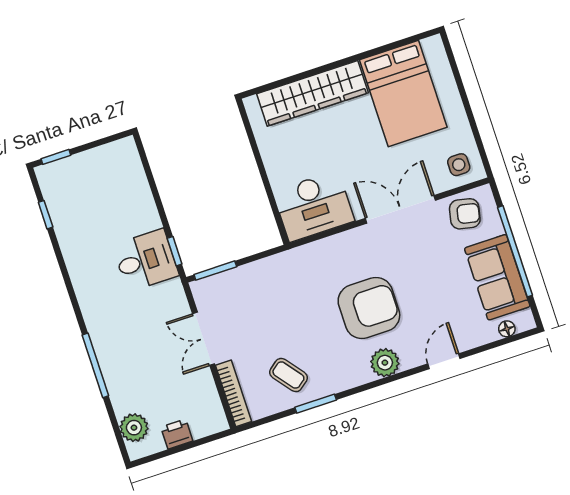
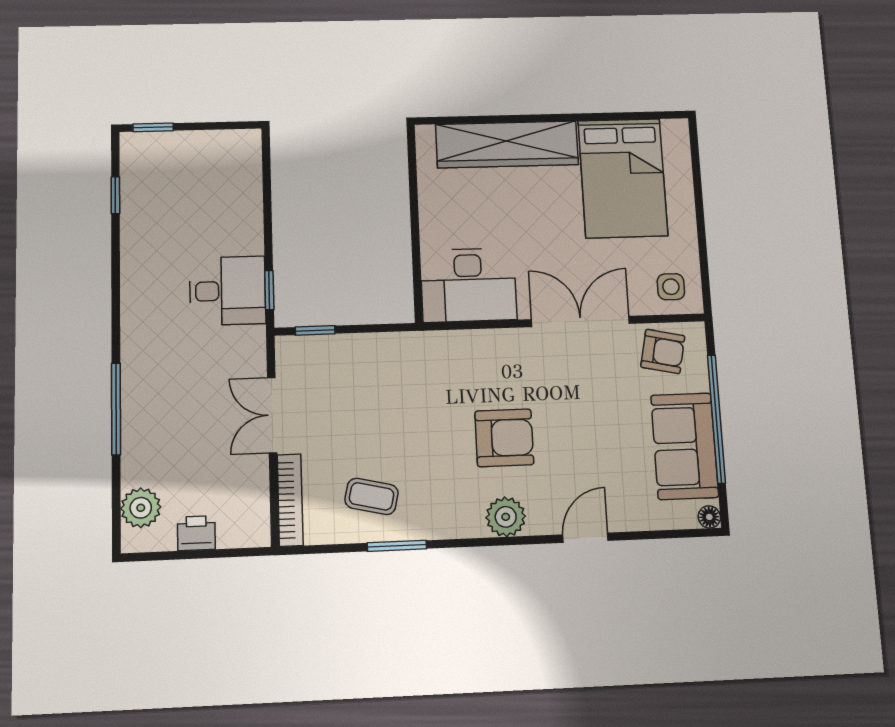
window: (215, 271) -> (315, 330), width x0.67
armchair: (369, 308) -> (504, 438), width x0.73, depth x0.73
floor lamp: (507, 329) -> (709, 517), moved
coffee table: (288, 375) -> (372, 496), turned -39

